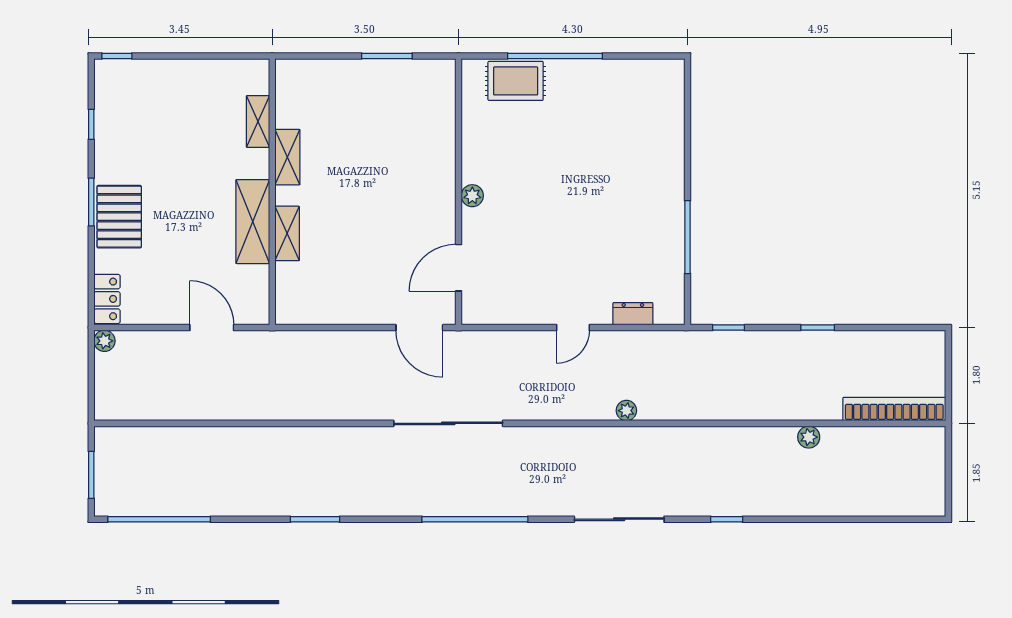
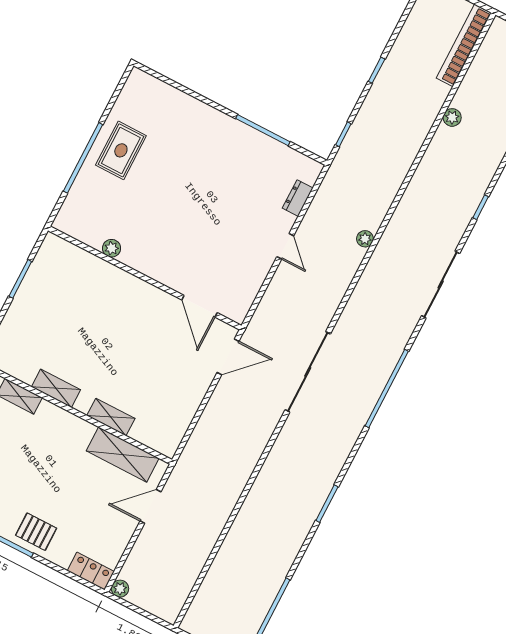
rug: (516, 81) -> (121, 150), moved
plant: (472, 196) -> (112, 248), moved
pallet: (119, 217) -> (36, 532), width x0.67, depth x0.71
shelving: (253, 222) -> (123, 455), moved

